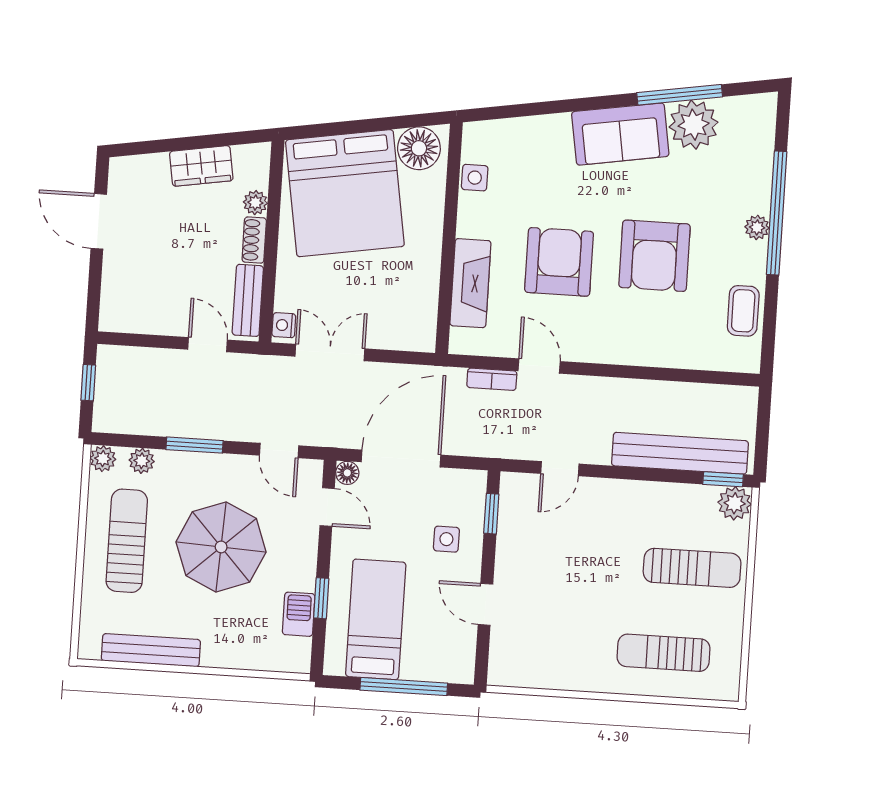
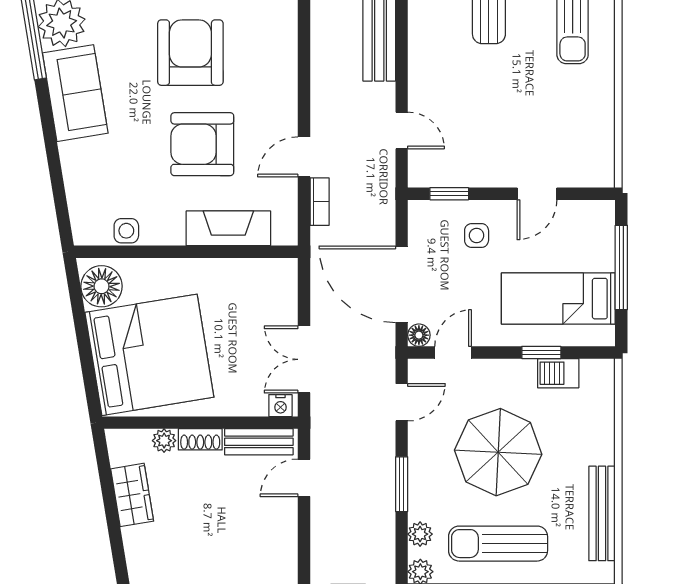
armchair: (654, 256) -> (190, 53), turned -90

